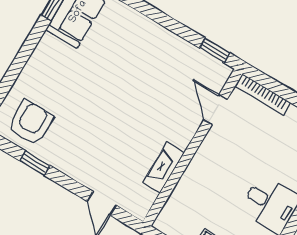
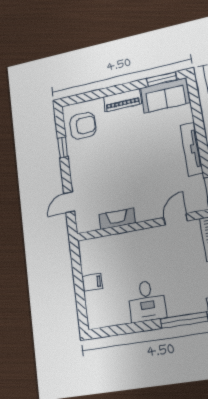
tv unit: (159, 34) -> (192, 149), added
piano: (41, 59) -> (122, 100), added

